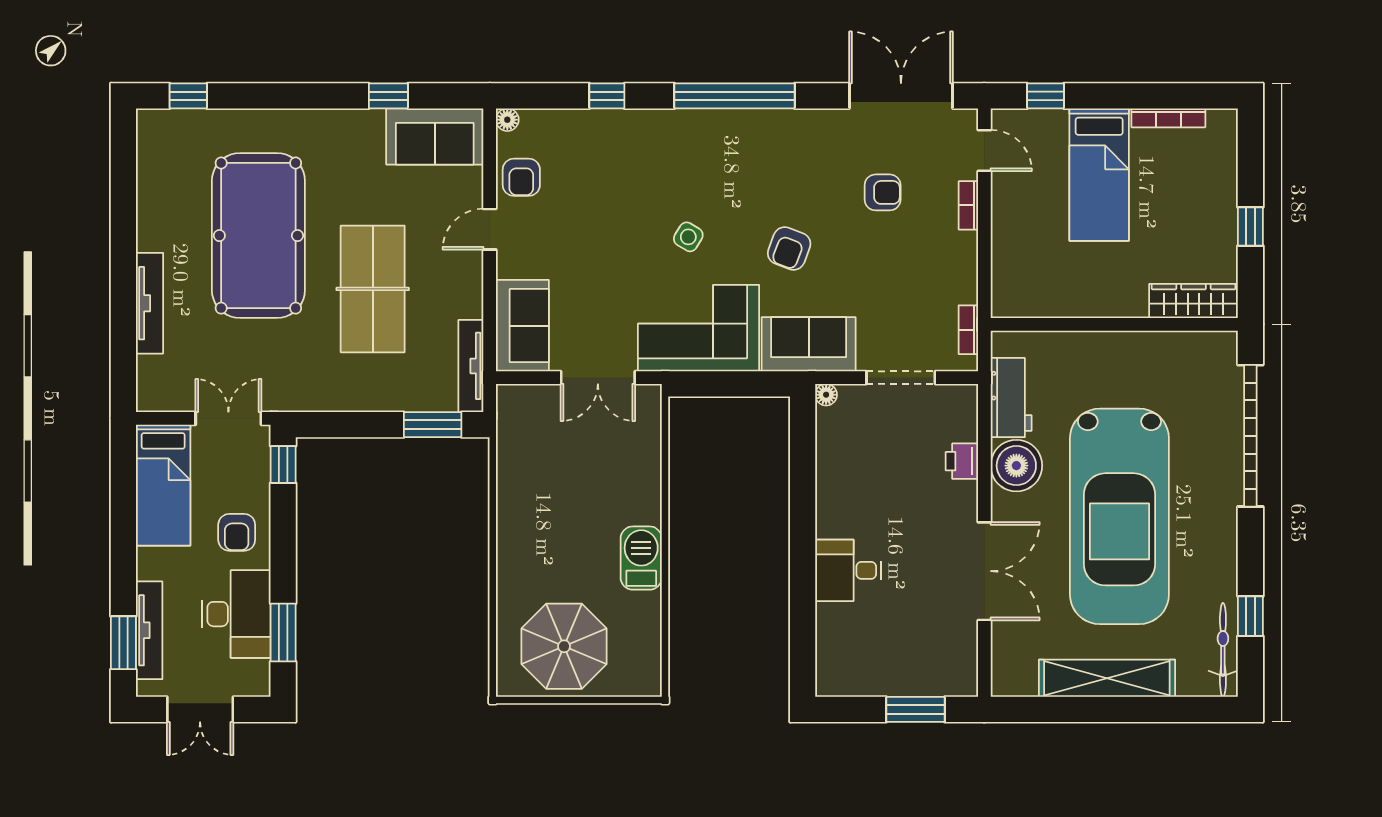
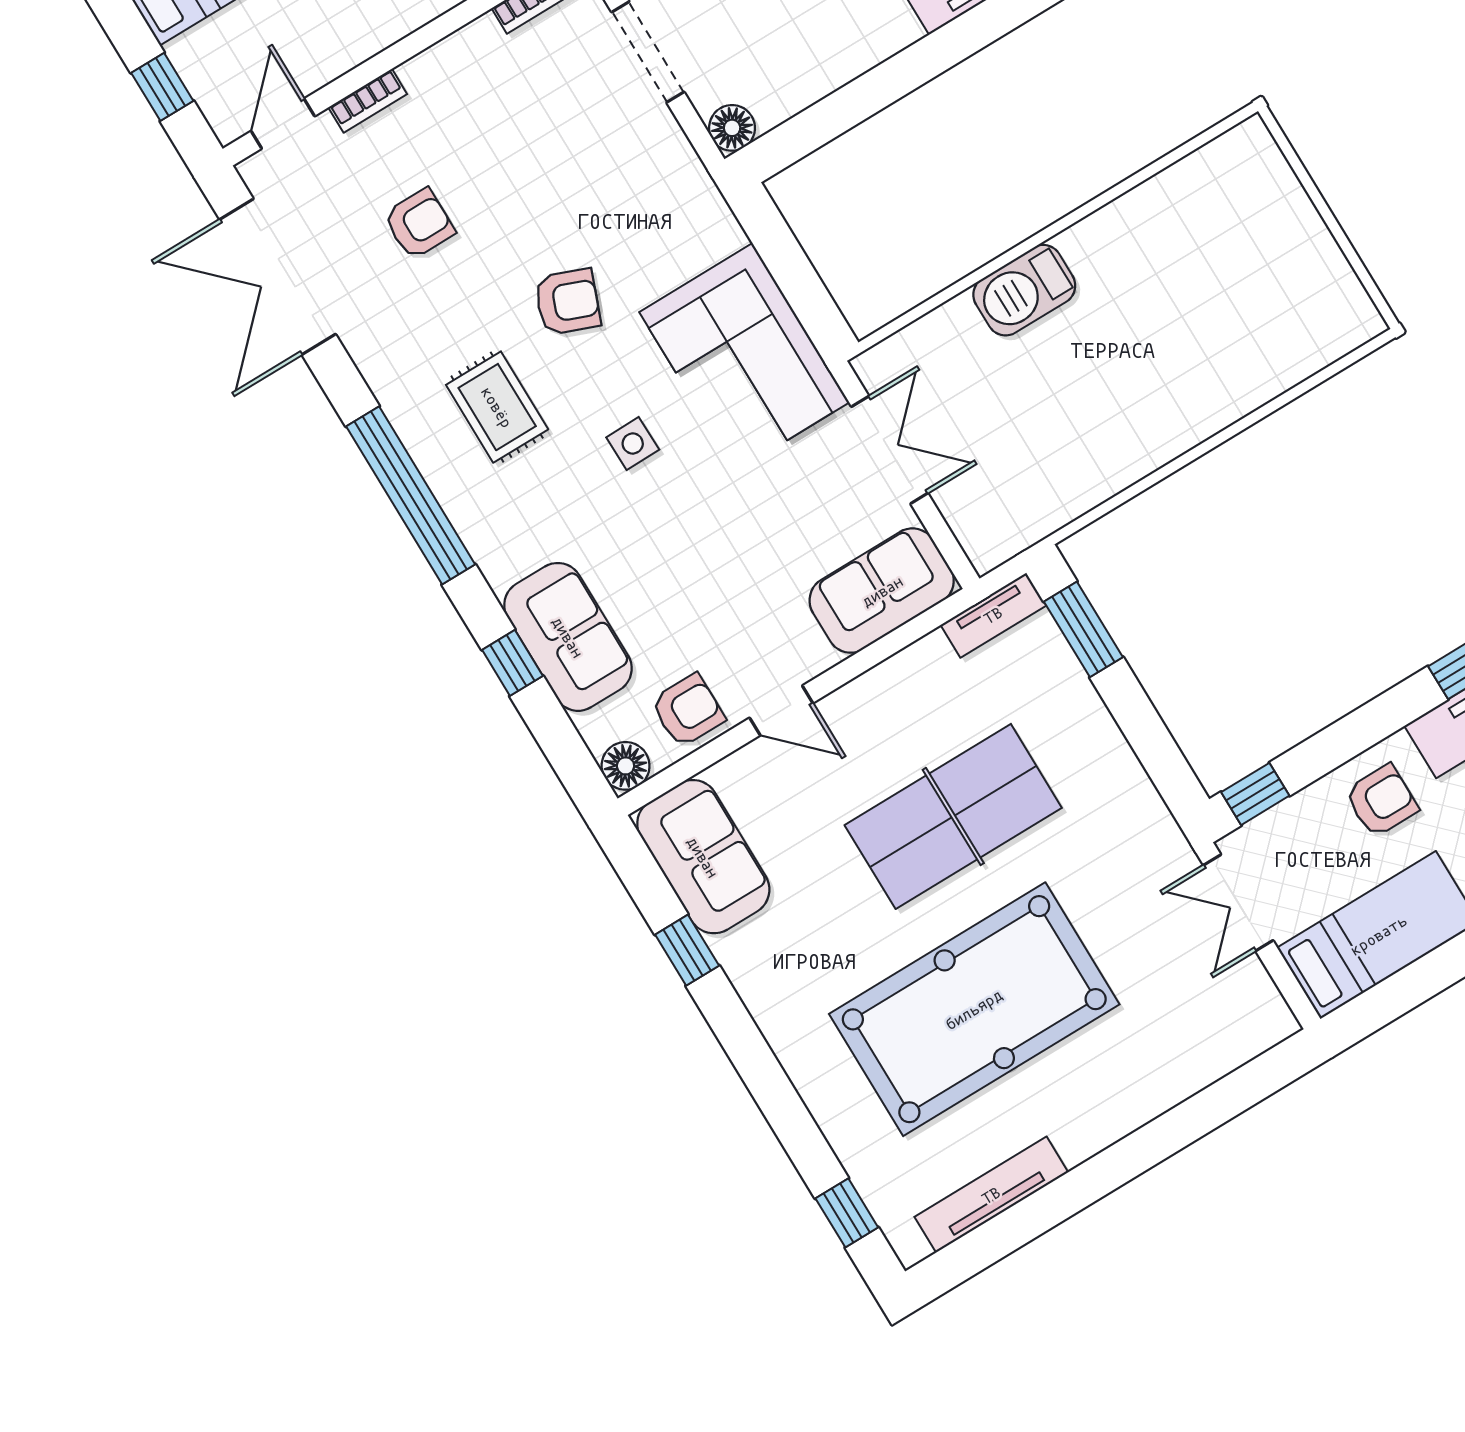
floor lamp: (507, 120) -> (626, 766), width x1.37, depth x1.37
rug: (754, 174) -> (497, 407), added
armchair: (883, 192) -> (419, 224), turned 90
side table: (688, 237) -> (633, 444), turned -32
tv unit: (150, 303) -> (991, 1195), moved
sofa: (809, 344) -> (568, 637), moved, turned 180
tv unit: (471, 366) -> (993, 615), width x0.71
floor lamp: (826, 395) -> (732, 128), width x1.37, depth x1.37
barbecue: (641, 558) -> (1024, 290), moved
parasol: (564, 646) -> (1270, 280), removed

